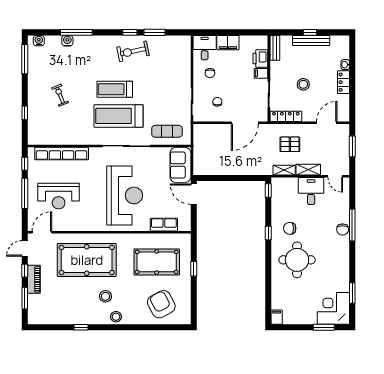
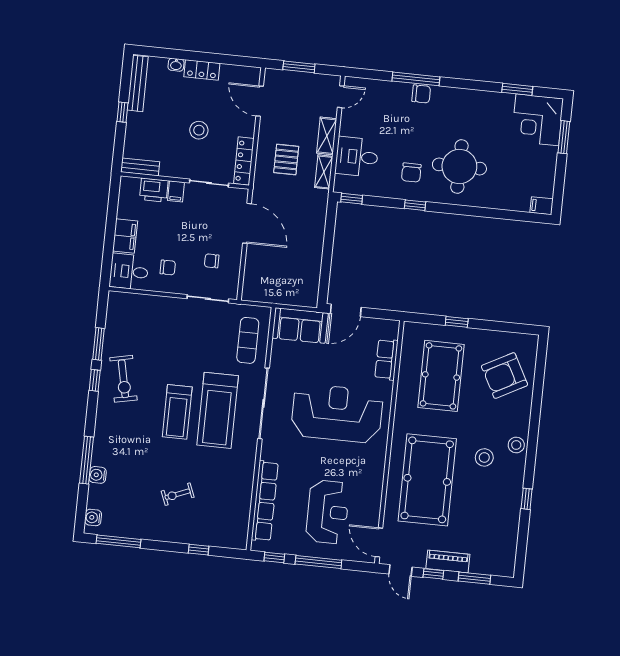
bench: (311, 40) -> (138, 83), moved
desk: (311, 191) -> (357, 157), moved

